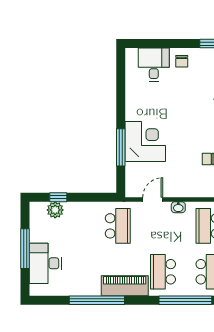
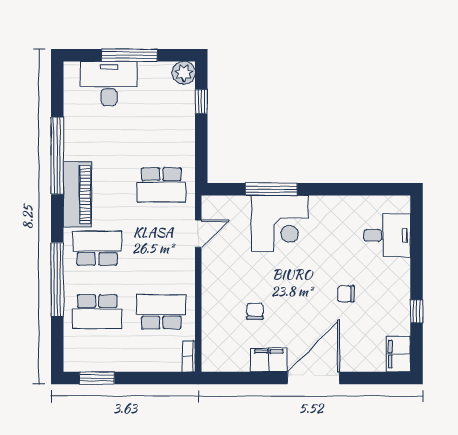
chair: (182, 61) -> (346, 294), moved
door: (153, 199) -> (198, 234), hinge flipped
washbasin: (178, 207) -> (187, 270), removed
plant: (55, 210) -> (184, 73), moved

